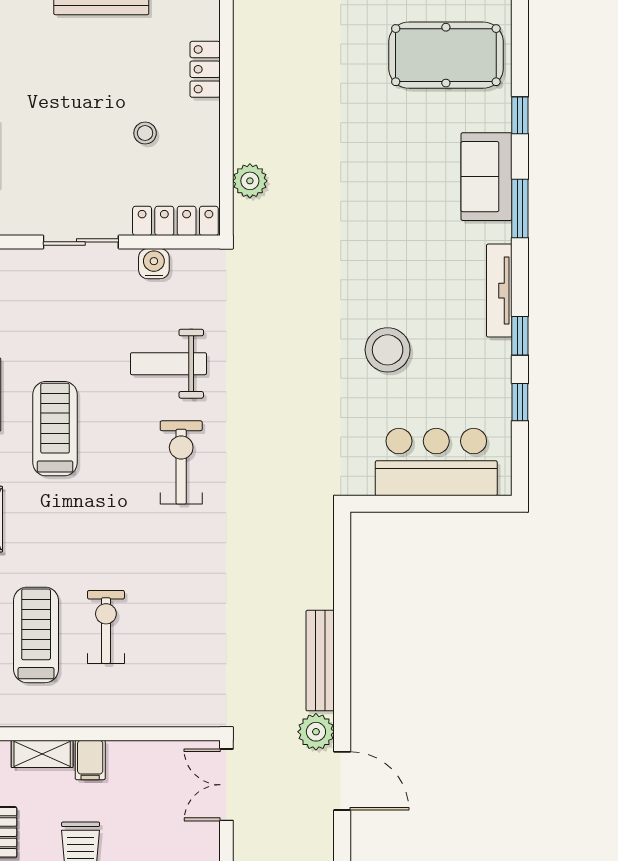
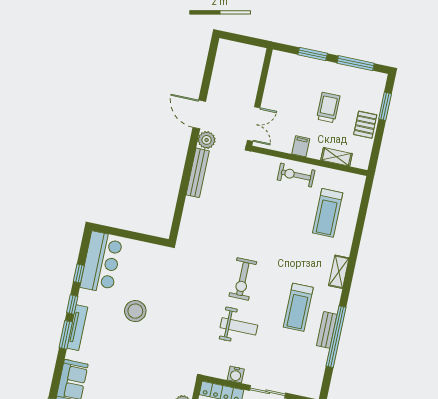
window: (520, 208) -> (66, 335), moved
bar counter: (436, 462) -> (101, 262), moved, turned -90
exercise bike: (106, 627) -> (296, 175), moved, turned 90
filing cabinet: (90, 760) -> (301, 146), moved

